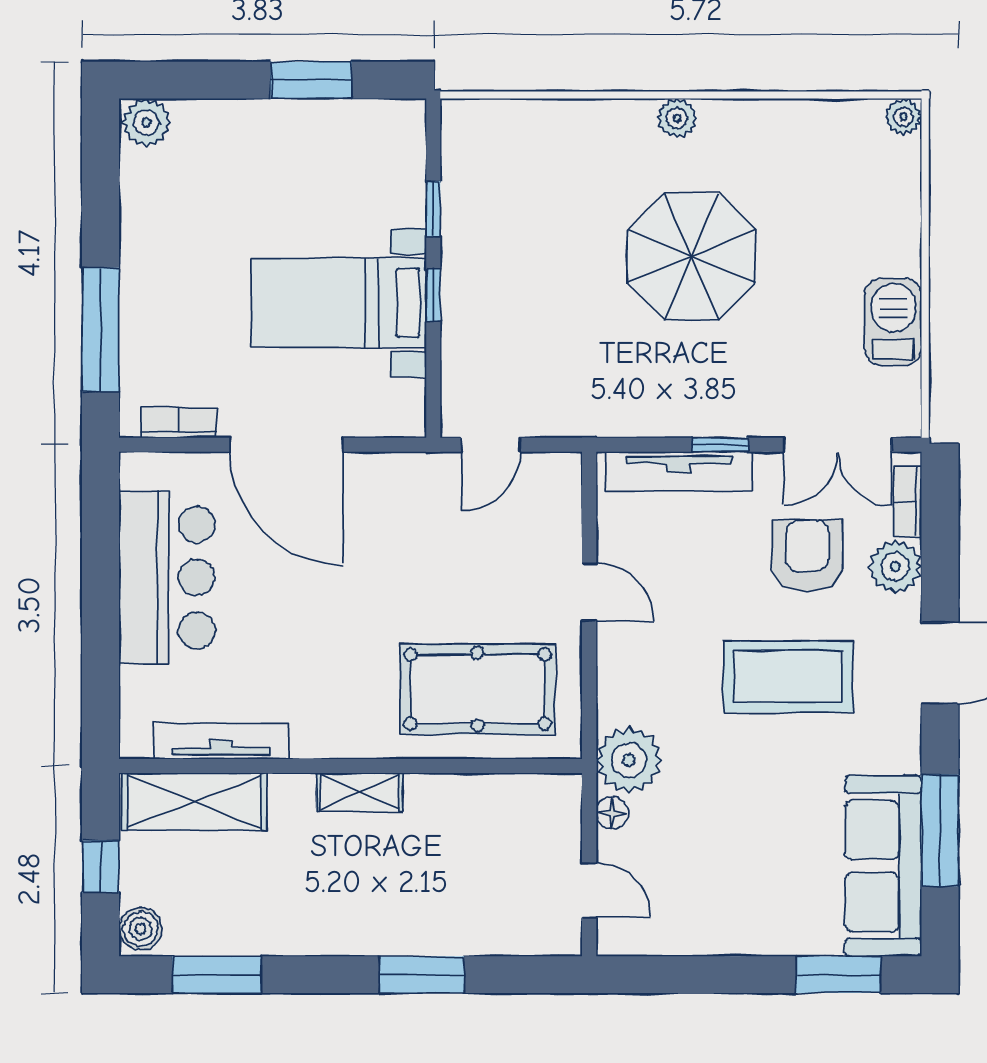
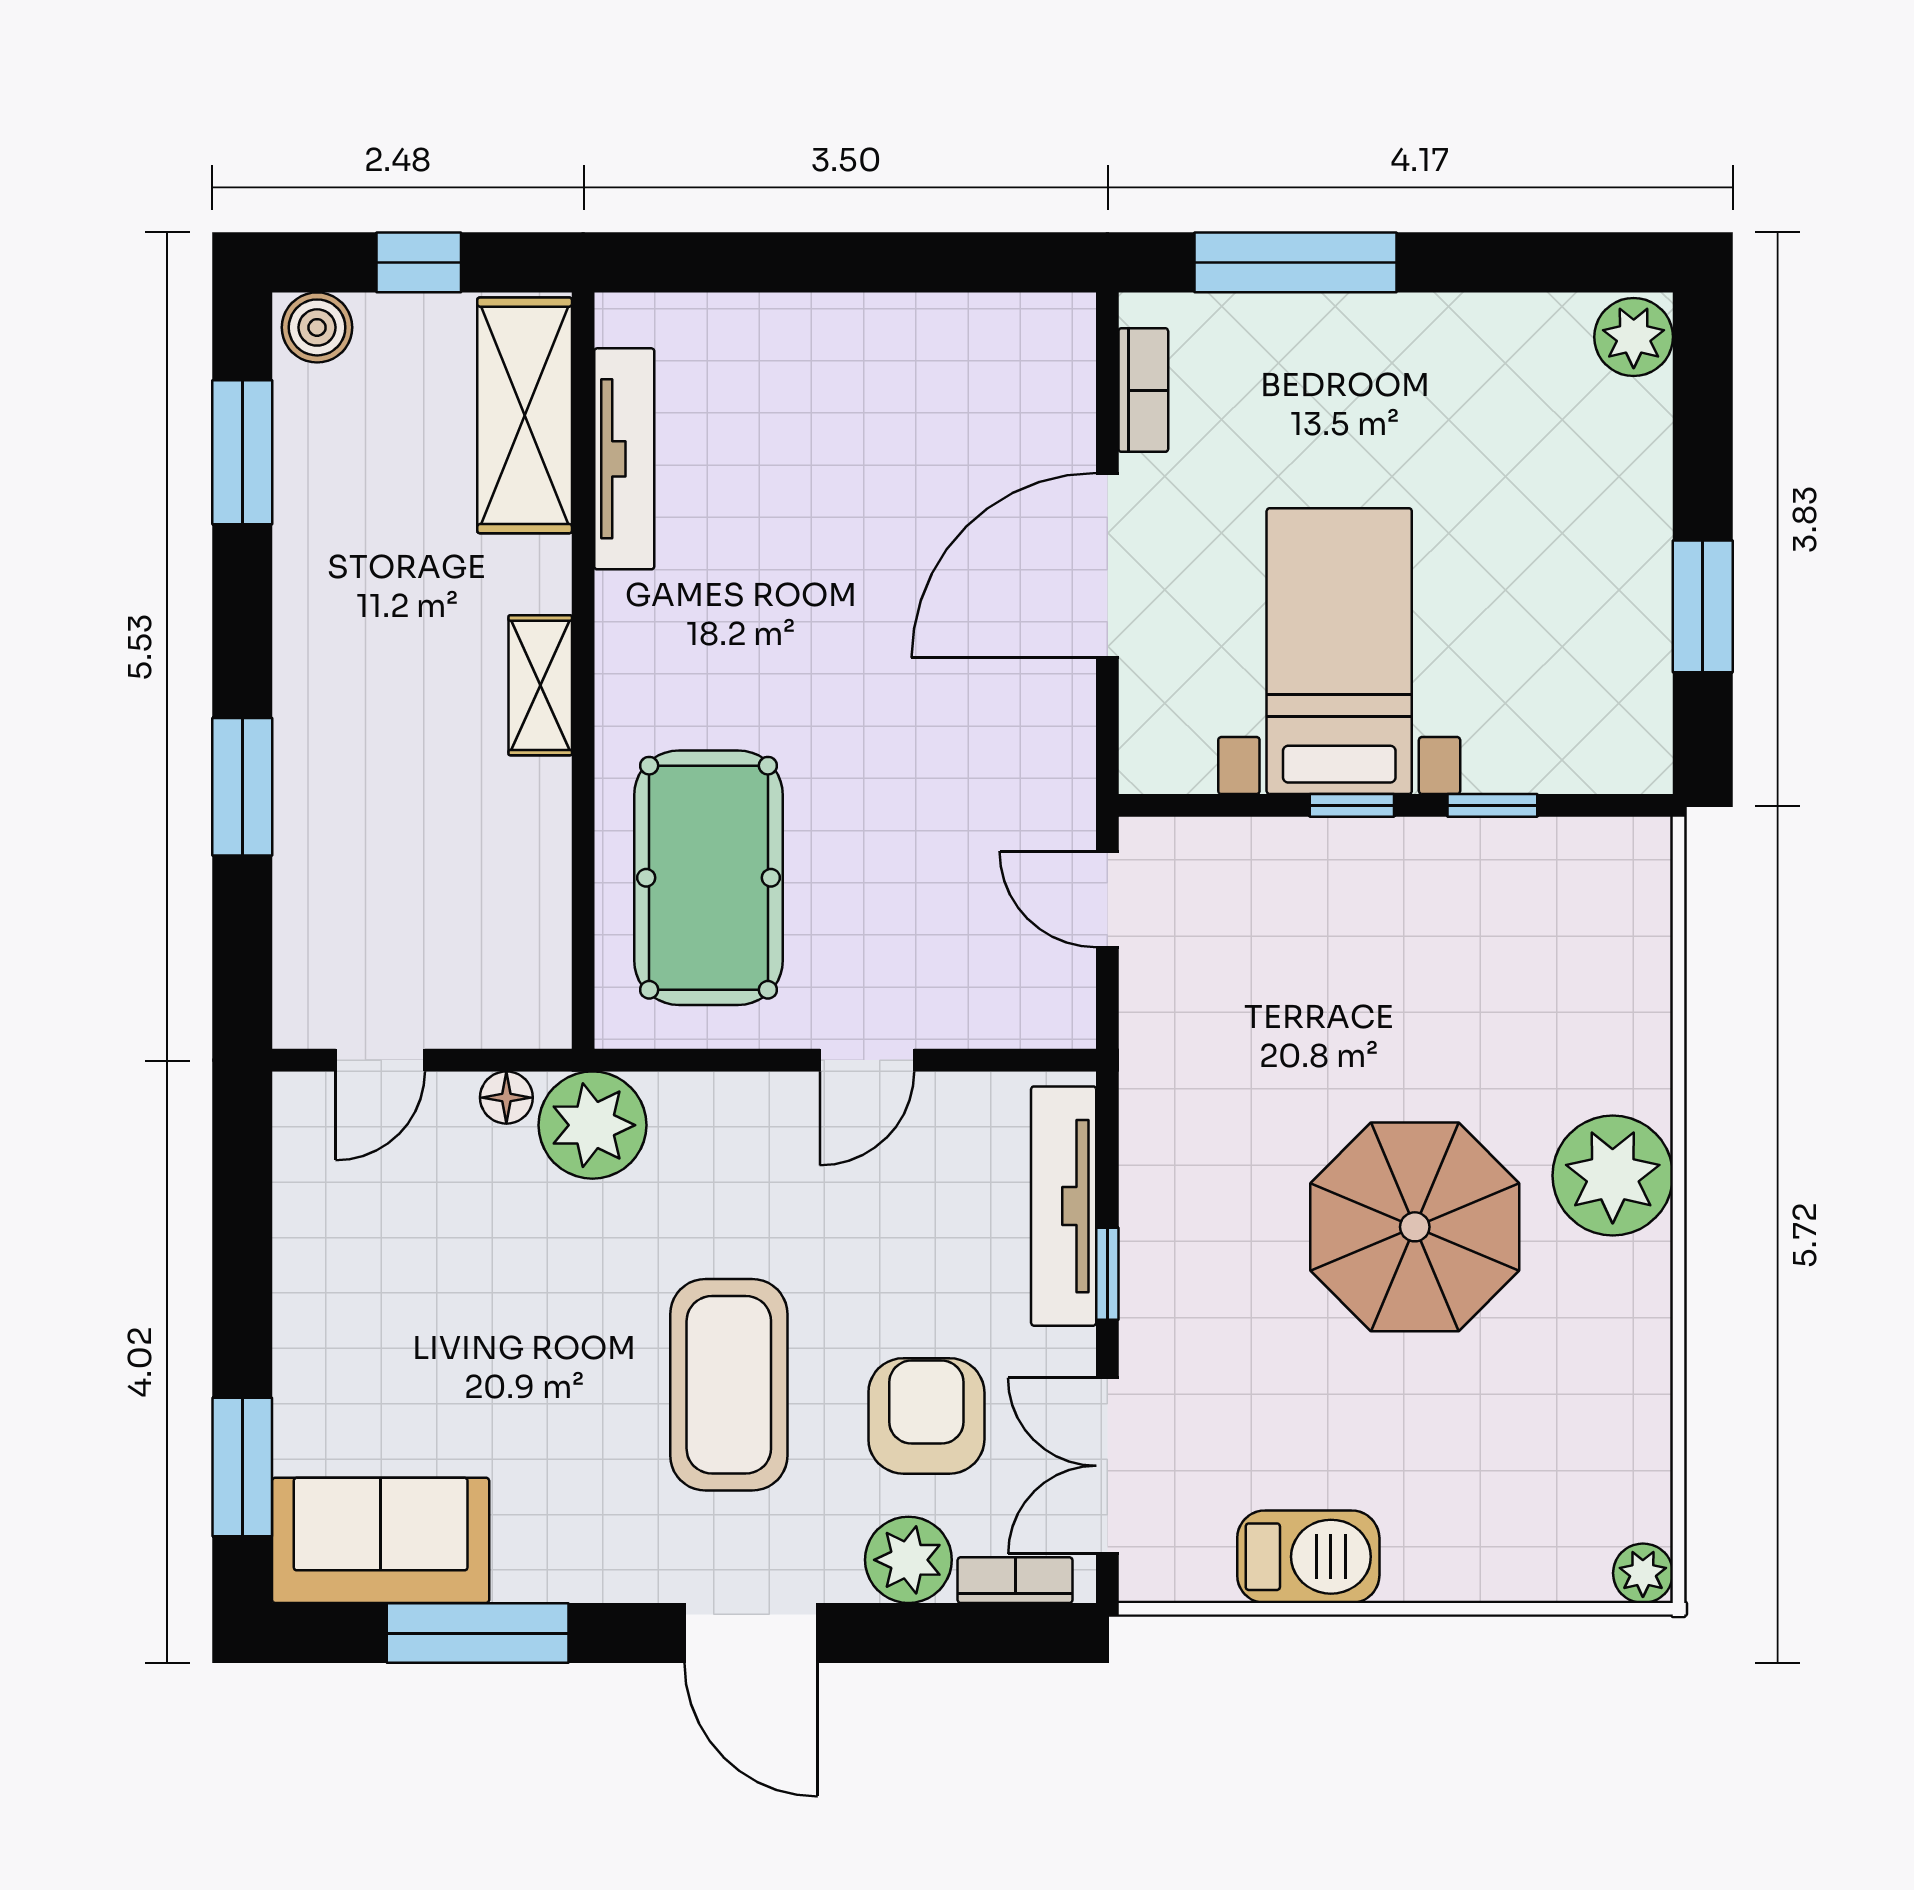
plant: (677, 118) -> (1613, 1176), width x1.88, depth x1.88
armchair: (807, 556) -> (926, 1416), turned -90
bar counter: (167, 577) -> (891, 371), removed
sofa: (883, 866) -> (381, 1540), width x0.73

